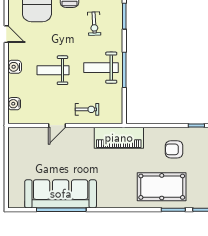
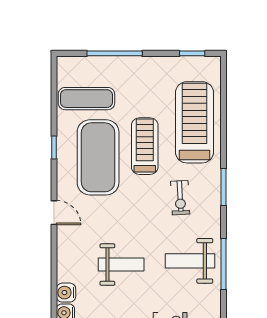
water cooler: (15, 67) -> (66, 293), moved
weight bench: (53, 70) -> (121, 265), turned 180

